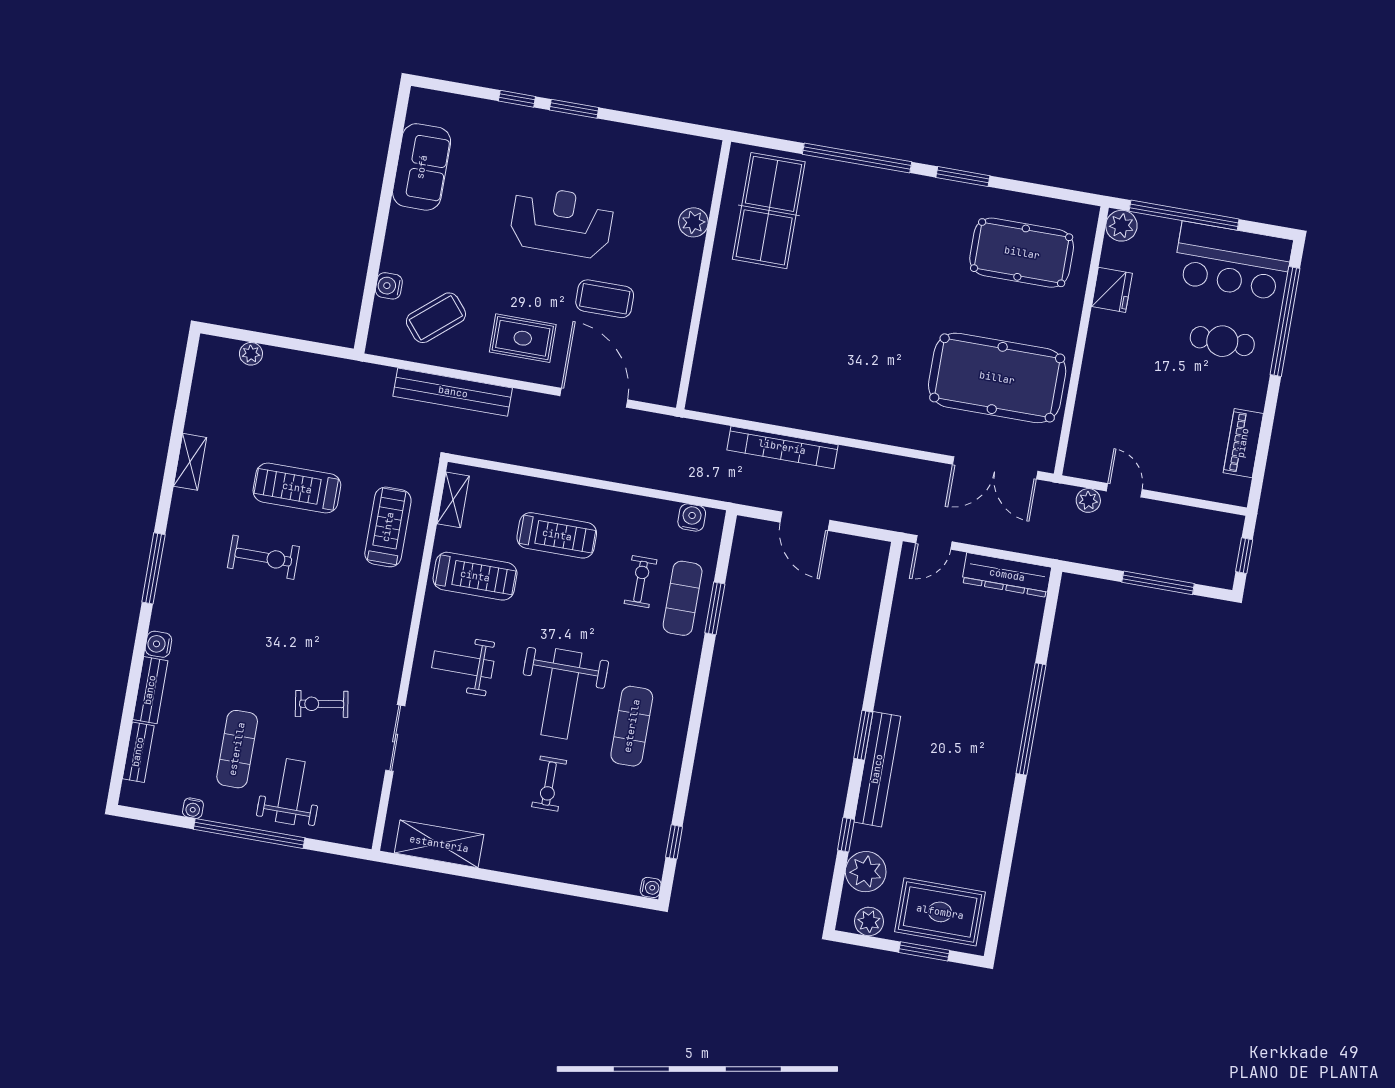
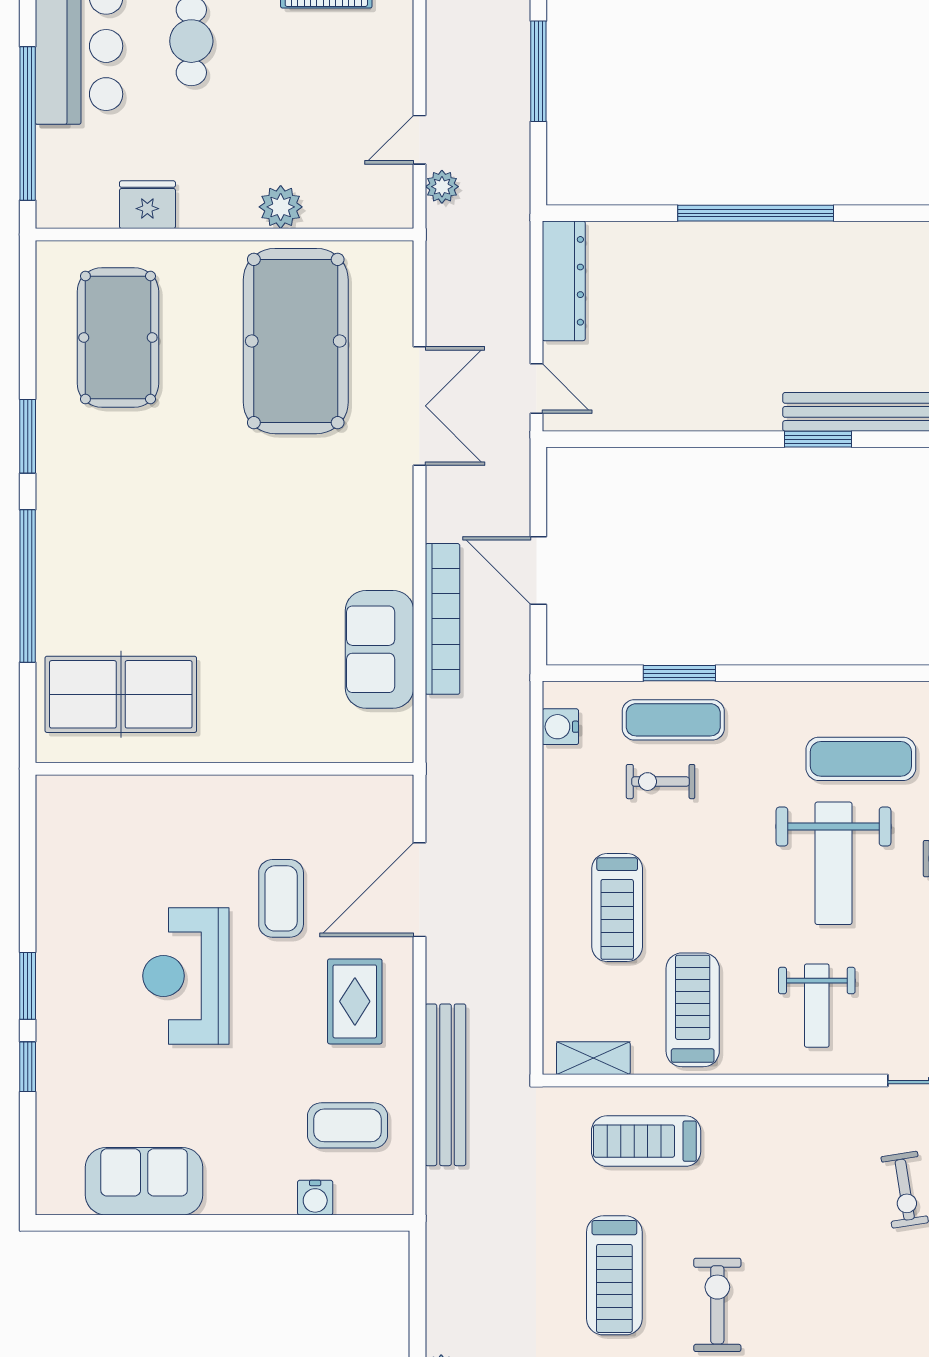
plant: (693, 222) -> (155, 795), removed
plant: (1121, 226) -> (281, 207), moved
coffee table: (436, 318) -> (347, 1125), turned -50
sofa: (769, 399) -> (380, 649), added
double door: (995, 468) -> (419, 406), moved
door: (805, 521) -> (538, 571), swing flipped
treadmill: (557, 535) -> (617, 908), turned 180
weight bench: (561, 694) -> (834, 863), turned 90

